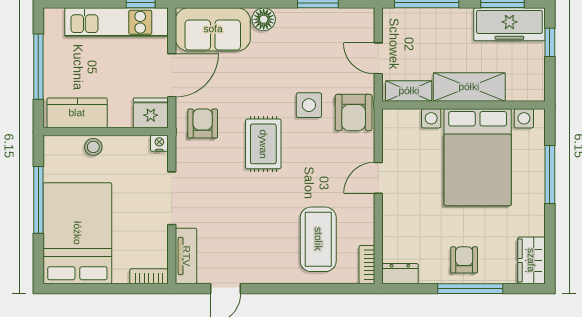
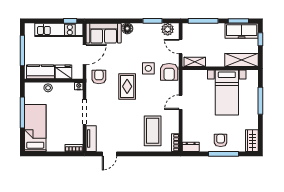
plant: (350, 21) -> (168, 29), added
shelving: (469, 87) -> (242, 60), moved
fridge: (151, 113) -> (63, 72), moved
bed with nightstands: (478, 157) -> (227, 93), width x0.73
bed: (77, 233) -> (35, 128), width x0.67

